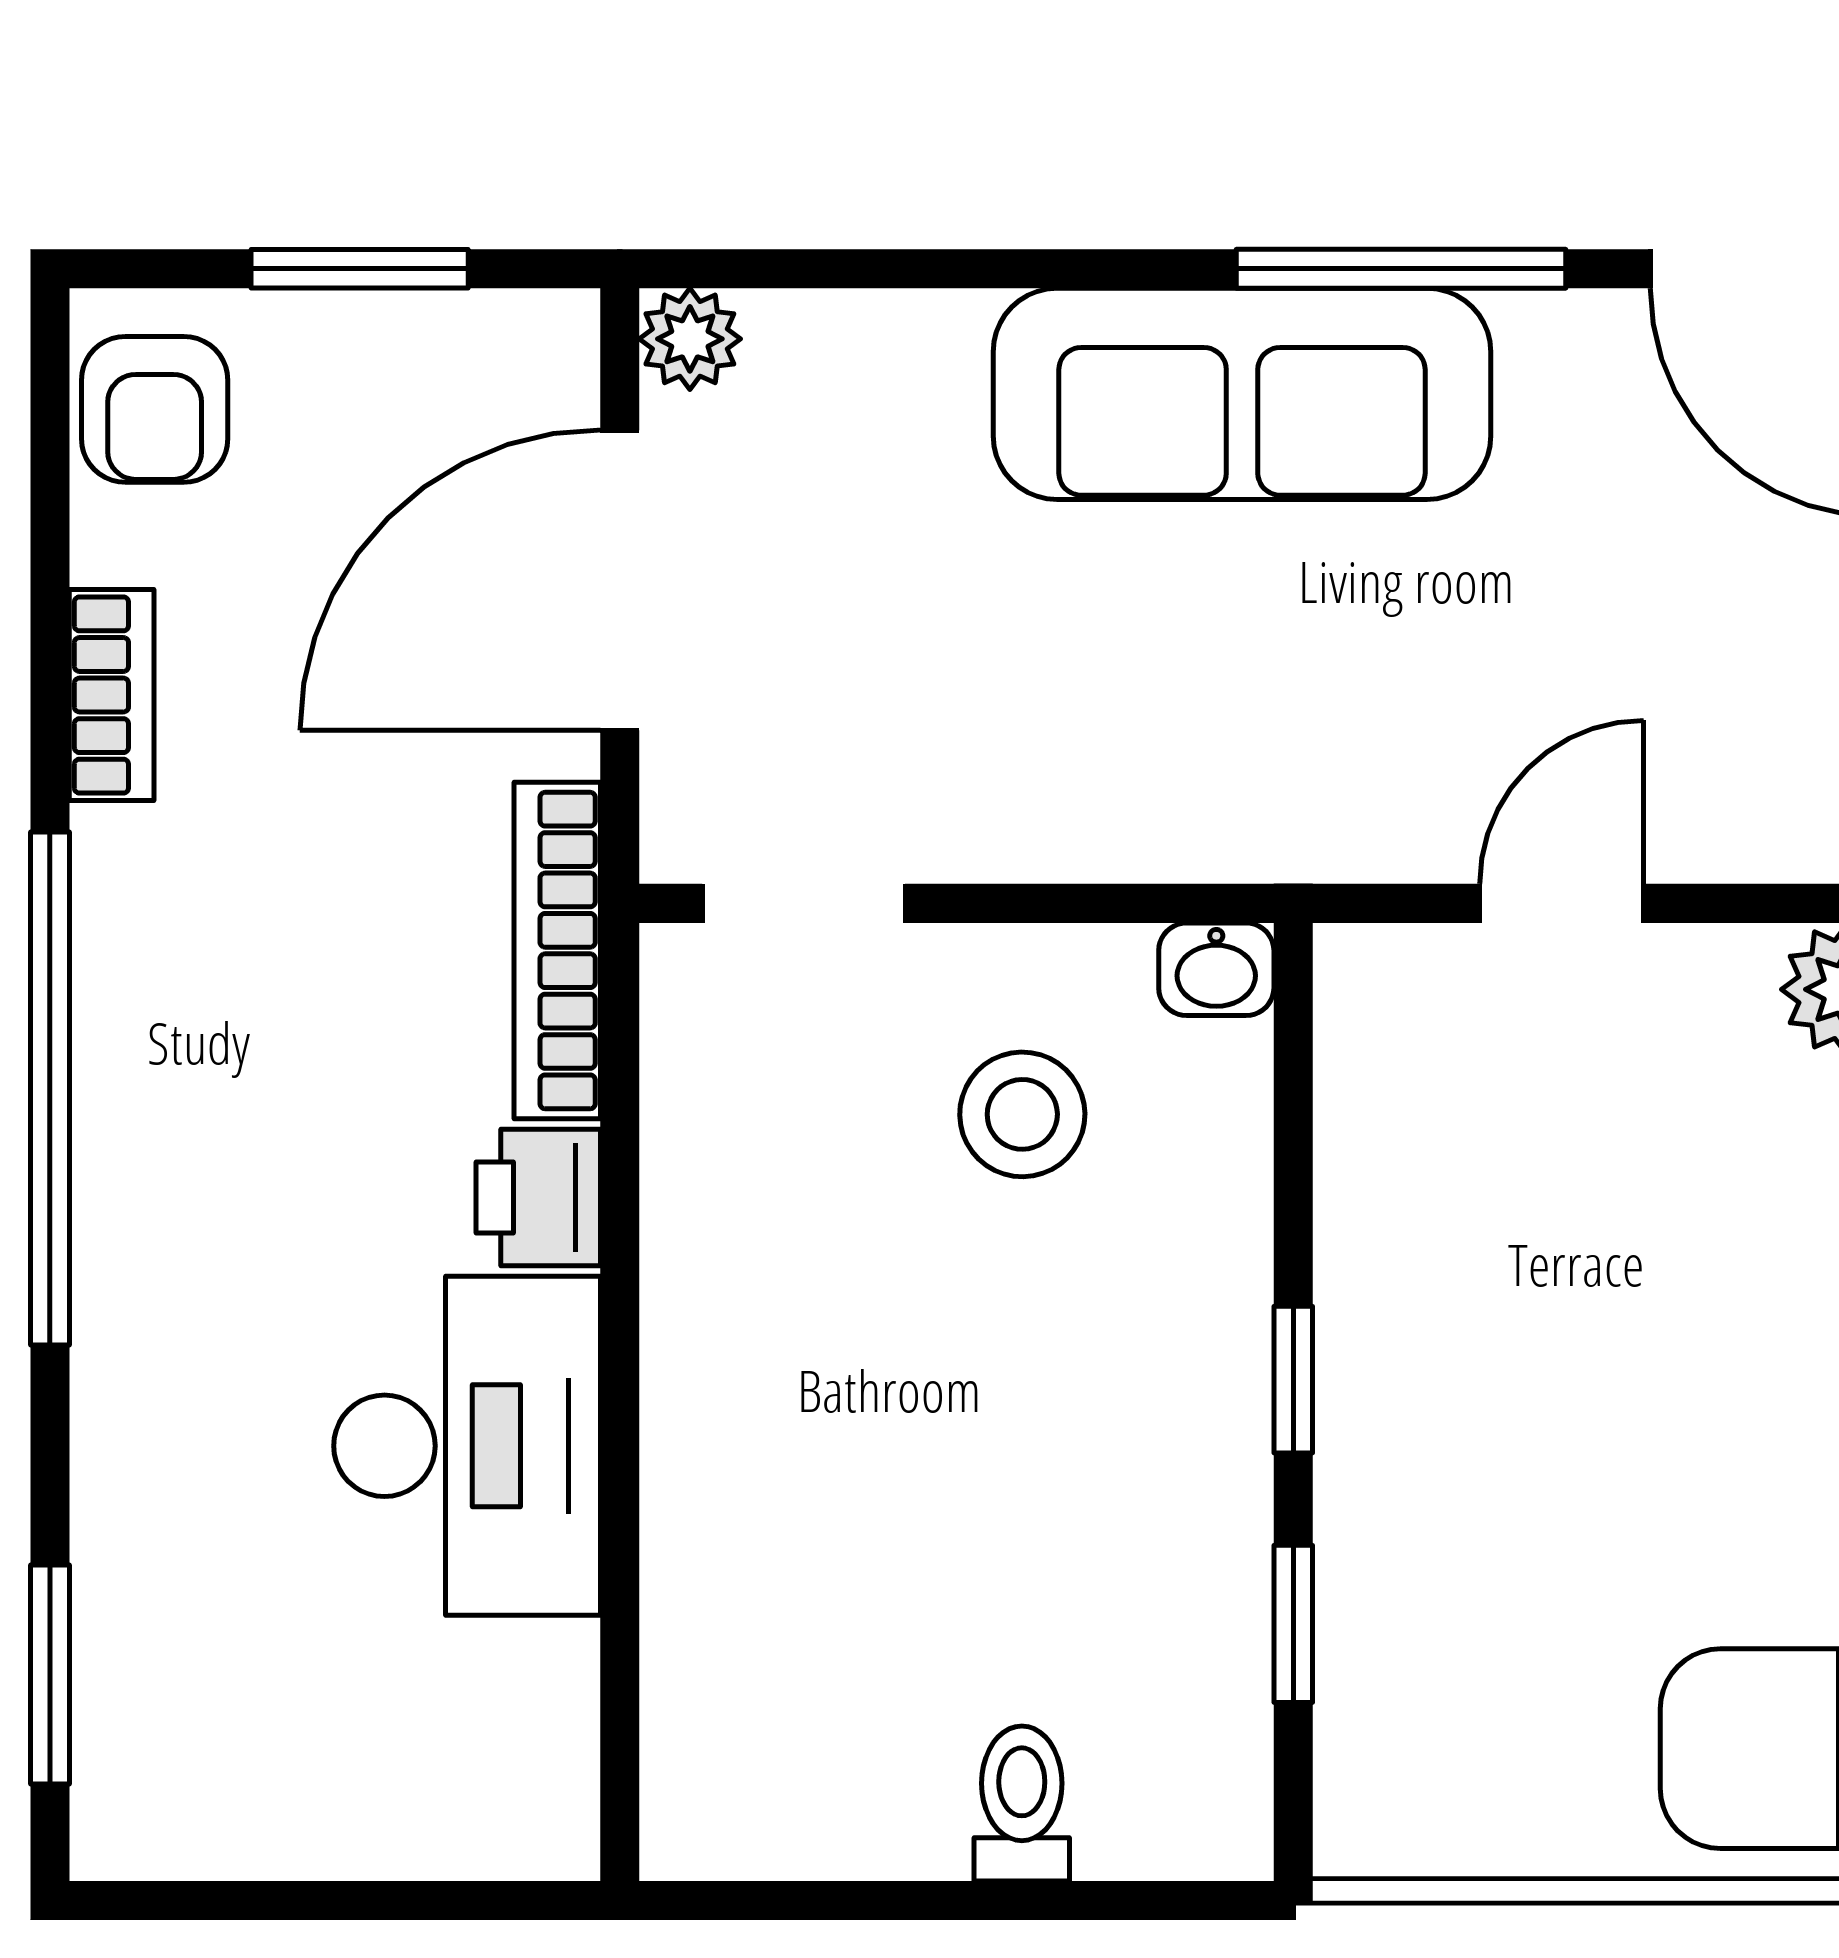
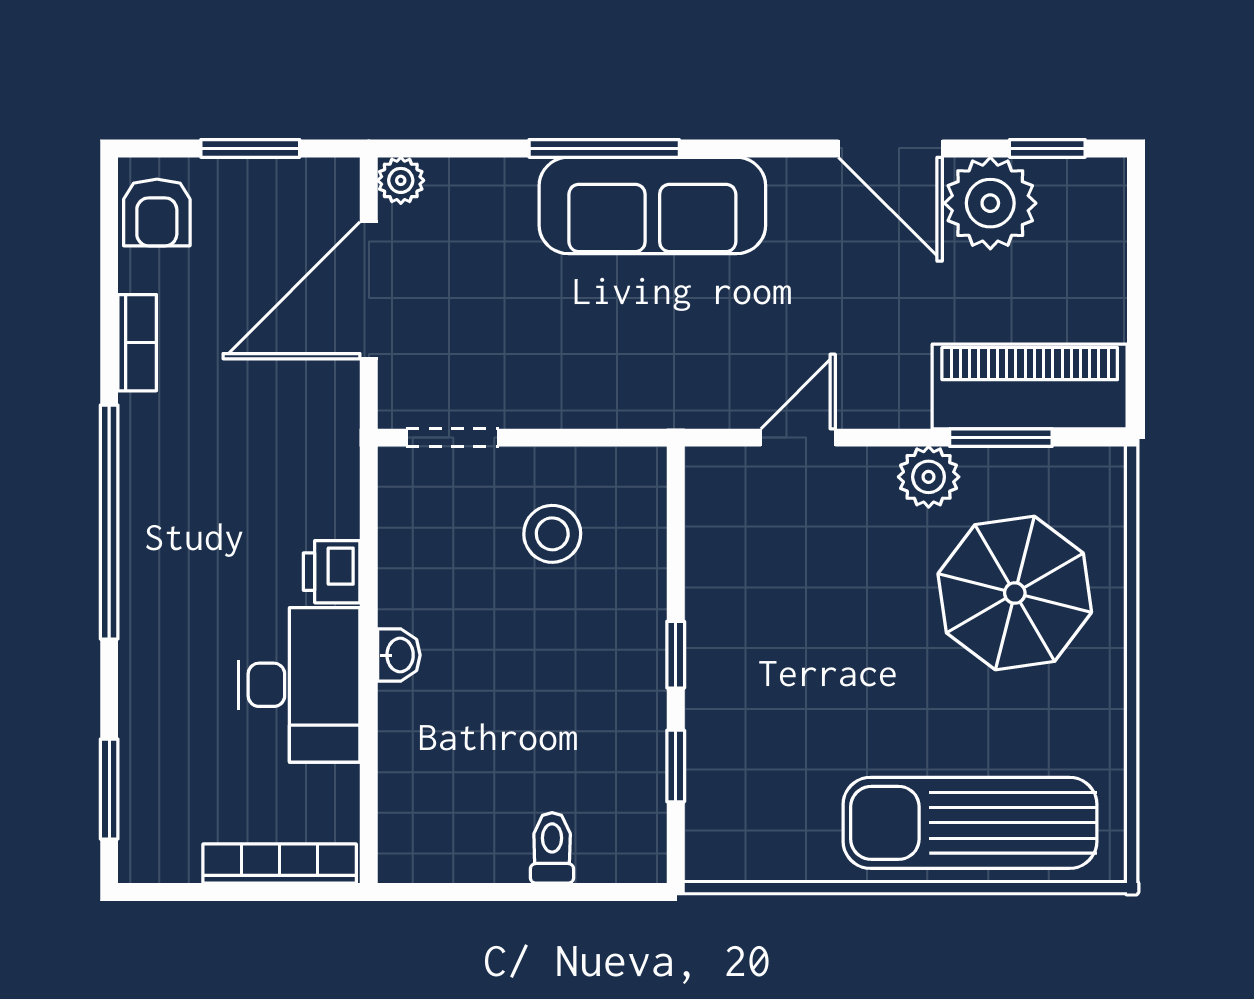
window: (1401, 269) -> (604, 148), moved
bookcase: (557, 951) -> (280, 864), moved, turned 90
washbasin: (1216, 969) -> (399, 655), moved, turned -90

